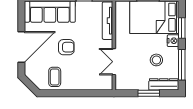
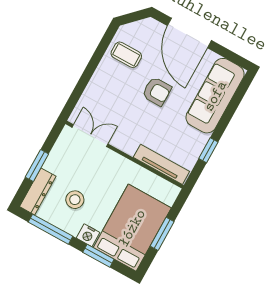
armchair: (66, 47) -> (157, 91), turned -90
double door: (114, 62) -> (90, 136), moved

